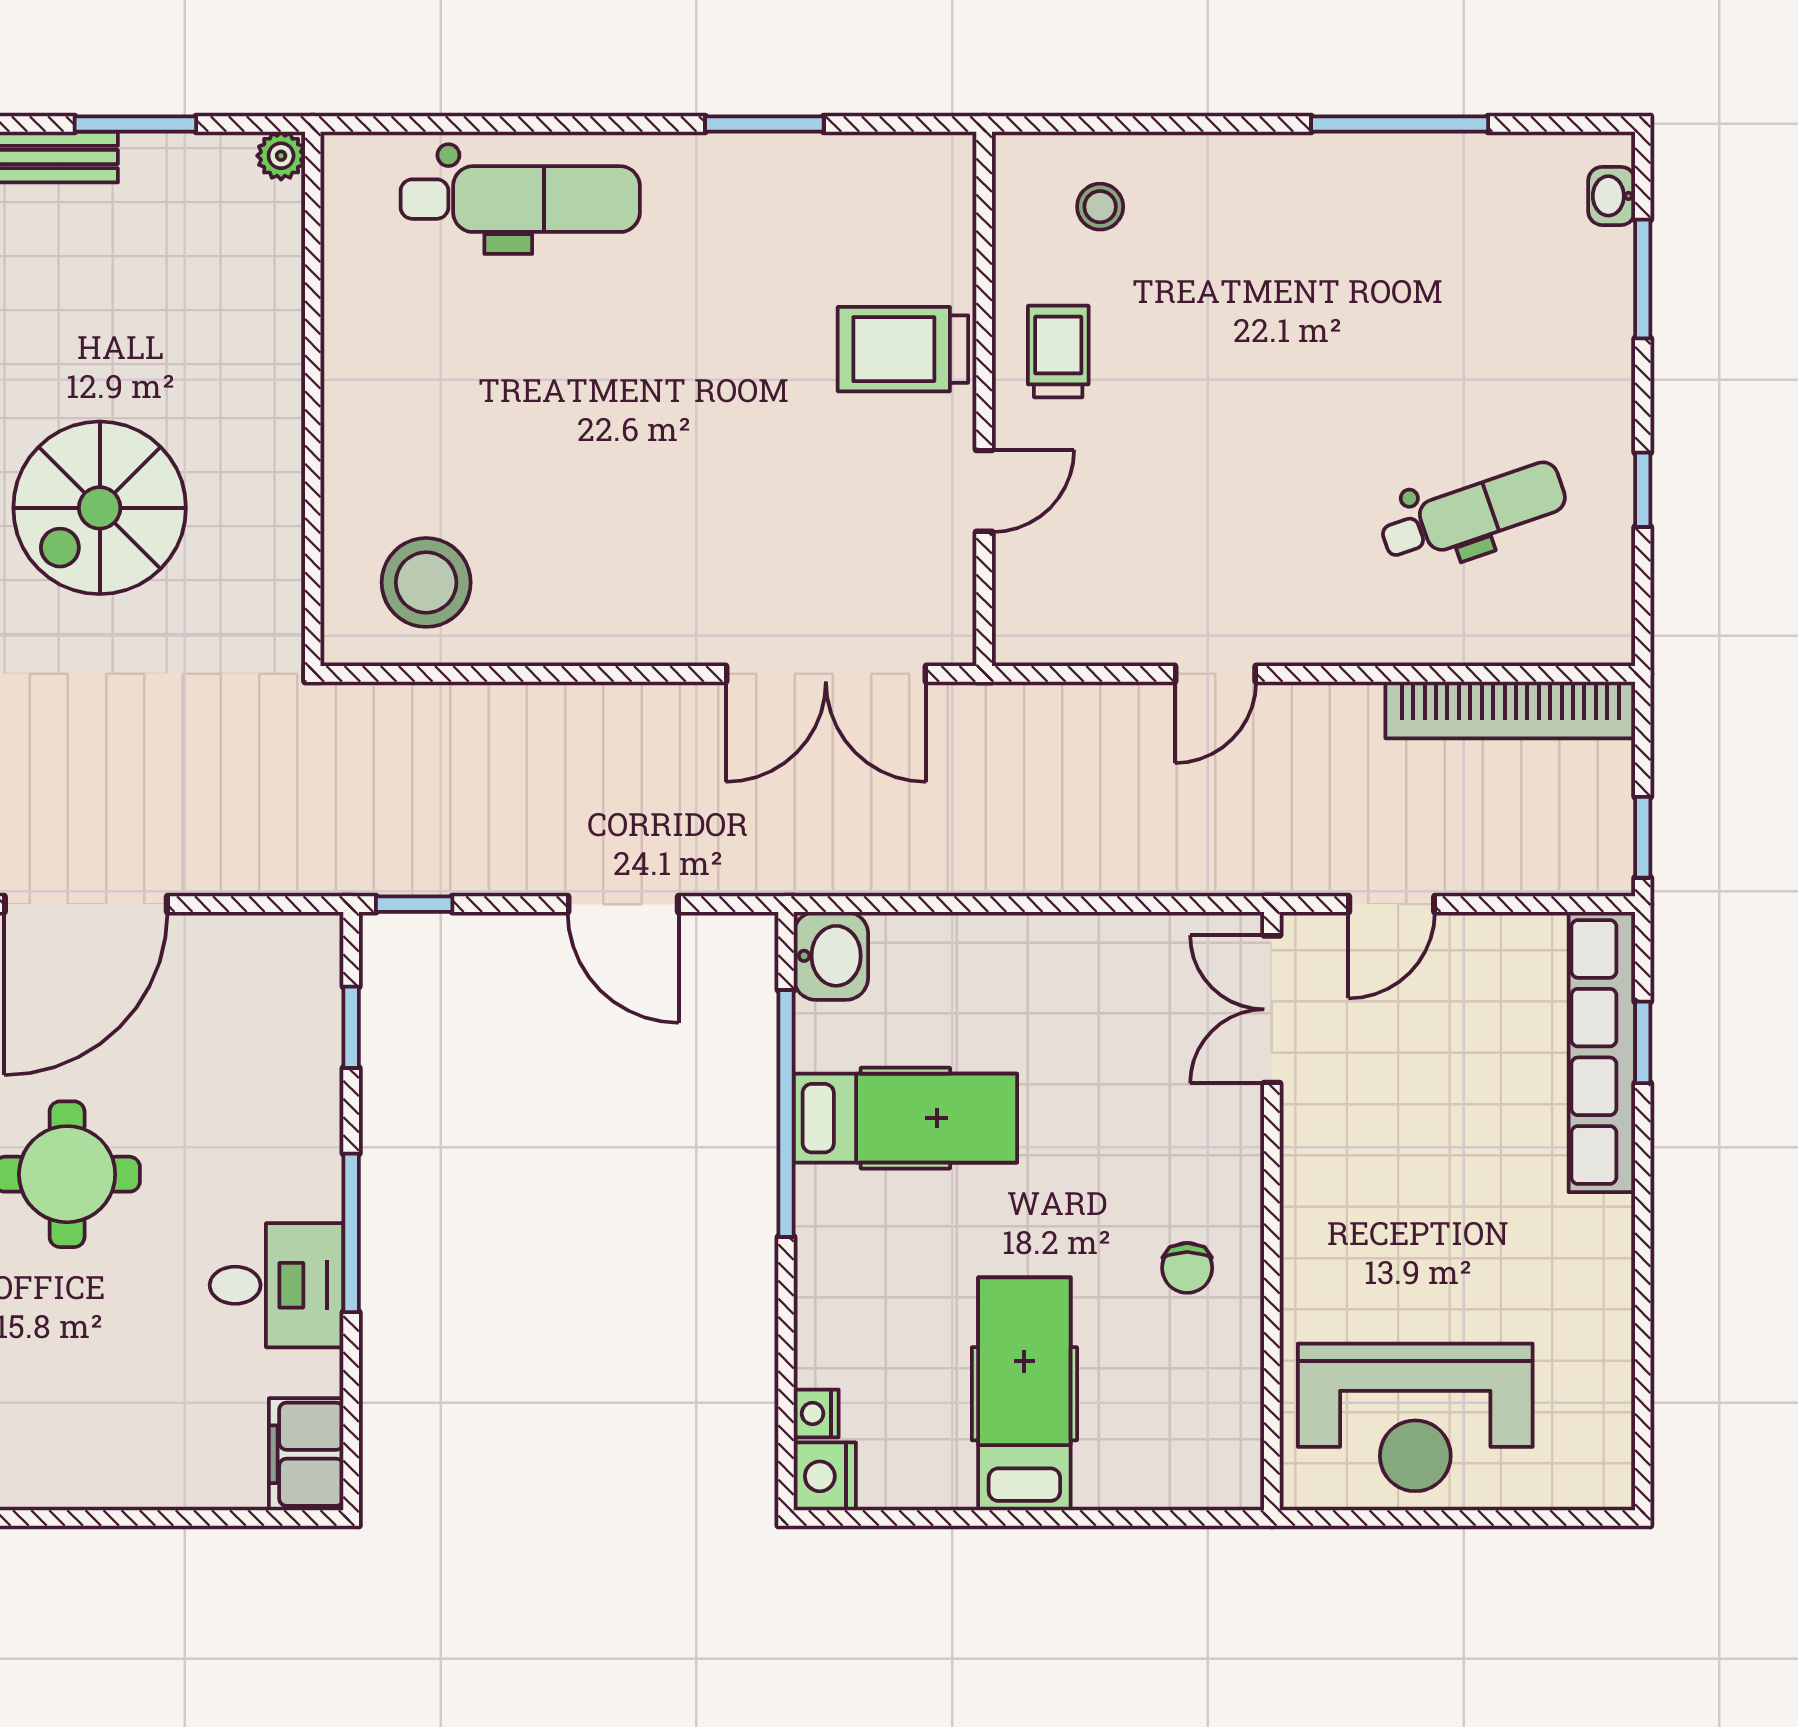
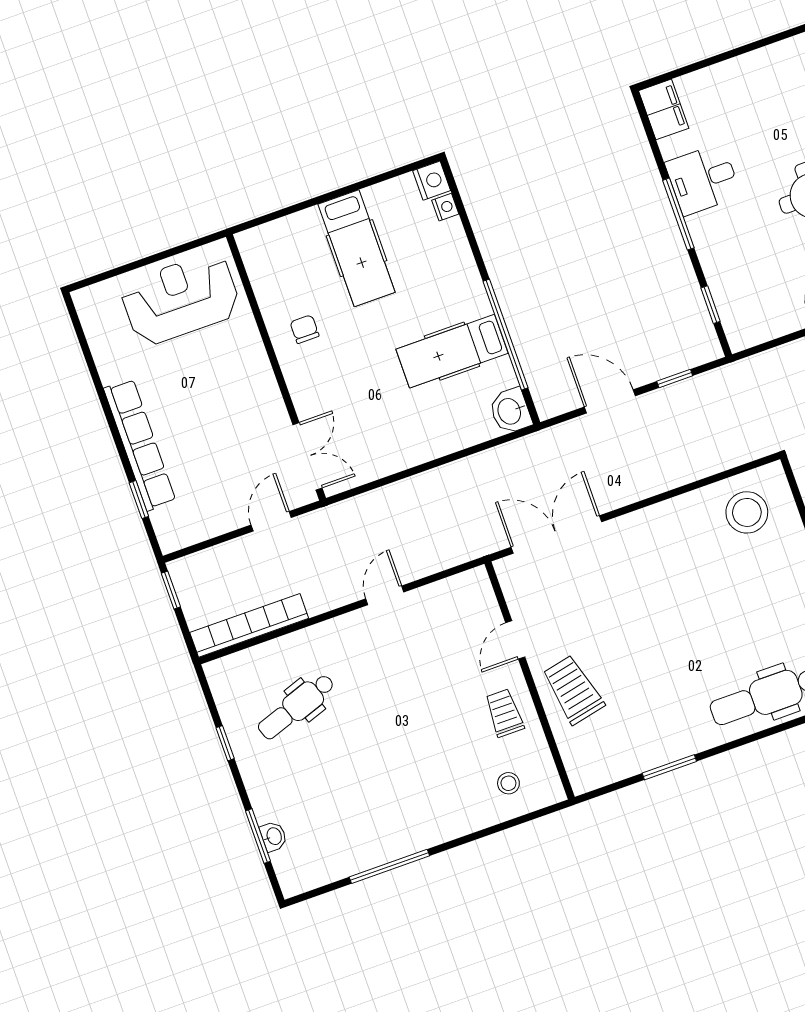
washbasin: (1612, 196) -> (274, 836), moved
trolley: (903, 349) -> (573, 690), turned -102
trolley: (1058, 351) -> (504, 713), turned 180
window: (414, 904) -> (675, 378), moved
row of seats: (1602, 1052) -> (140, 445), moved

